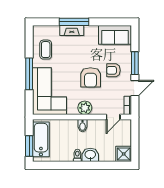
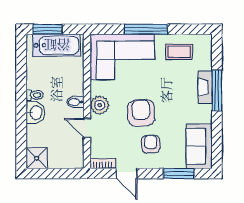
window: (135, 63) -> (179, 174), moved
armchair: (91, 77) -> (141, 113), turned 87
door: (113, 117) -> (87, 128), moved

